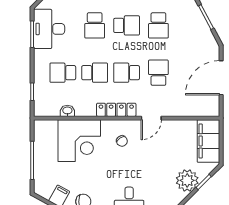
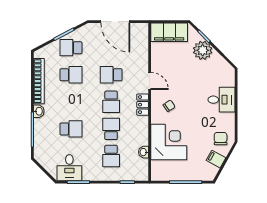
school desk: (127, 25) -> (71, 48), moved, turned -90
desk: (49, 29) -> (69, 168), width x0.73
locker: (116, 110) -> (143, 105), width x0.66

